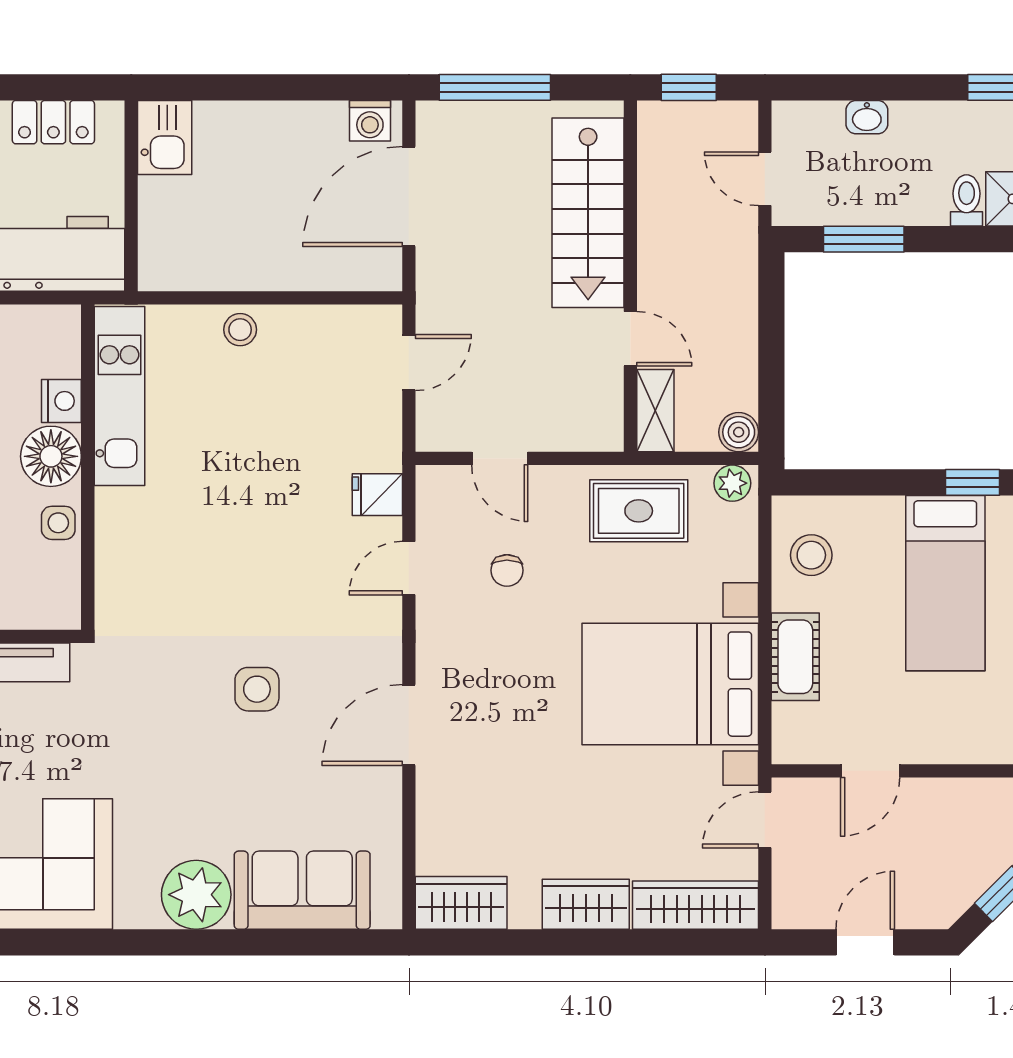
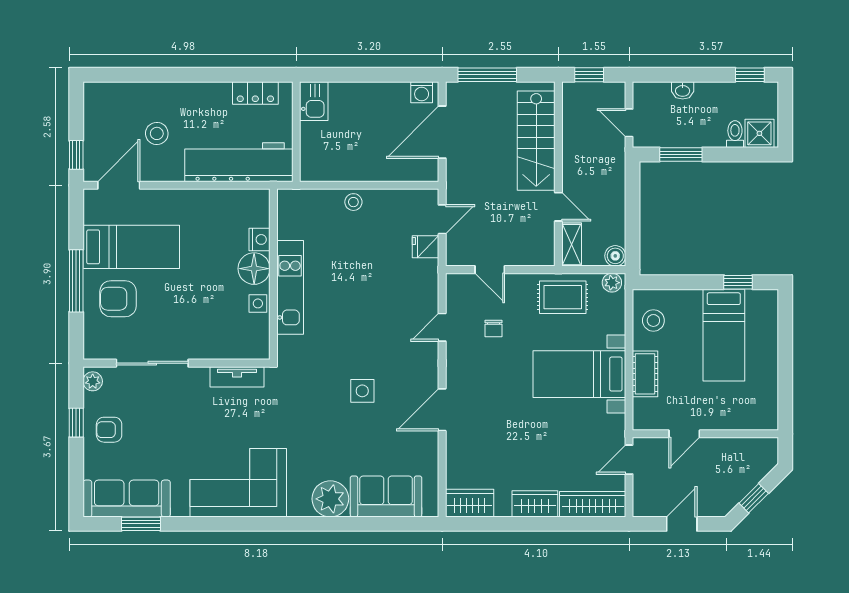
kitchen unit: (119, 396) -> (290, 287), moved
fridge: (377, 495) -> (425, 247), moved
bed with nightstands: (670, 684) -> (579, 374), width x0.73

